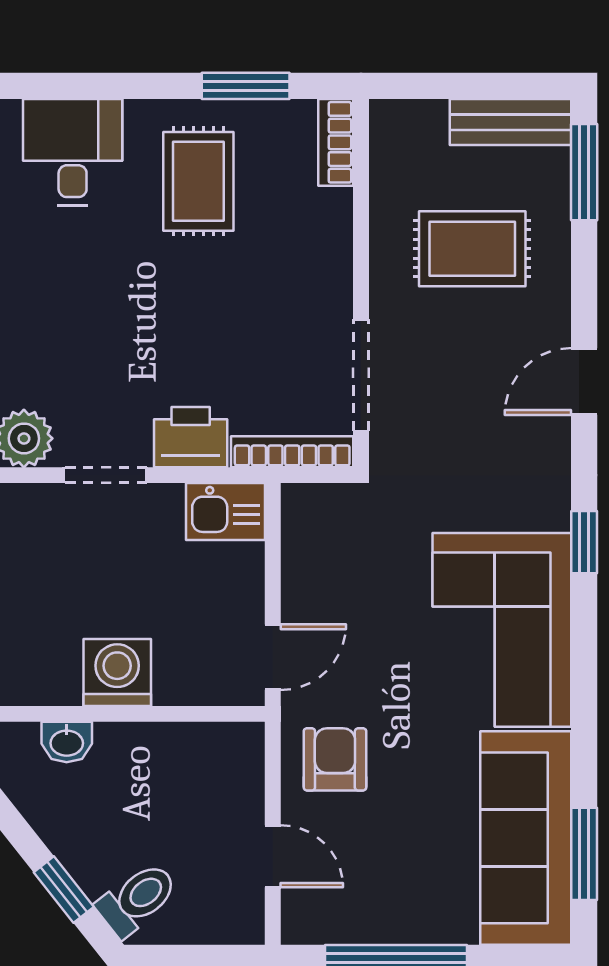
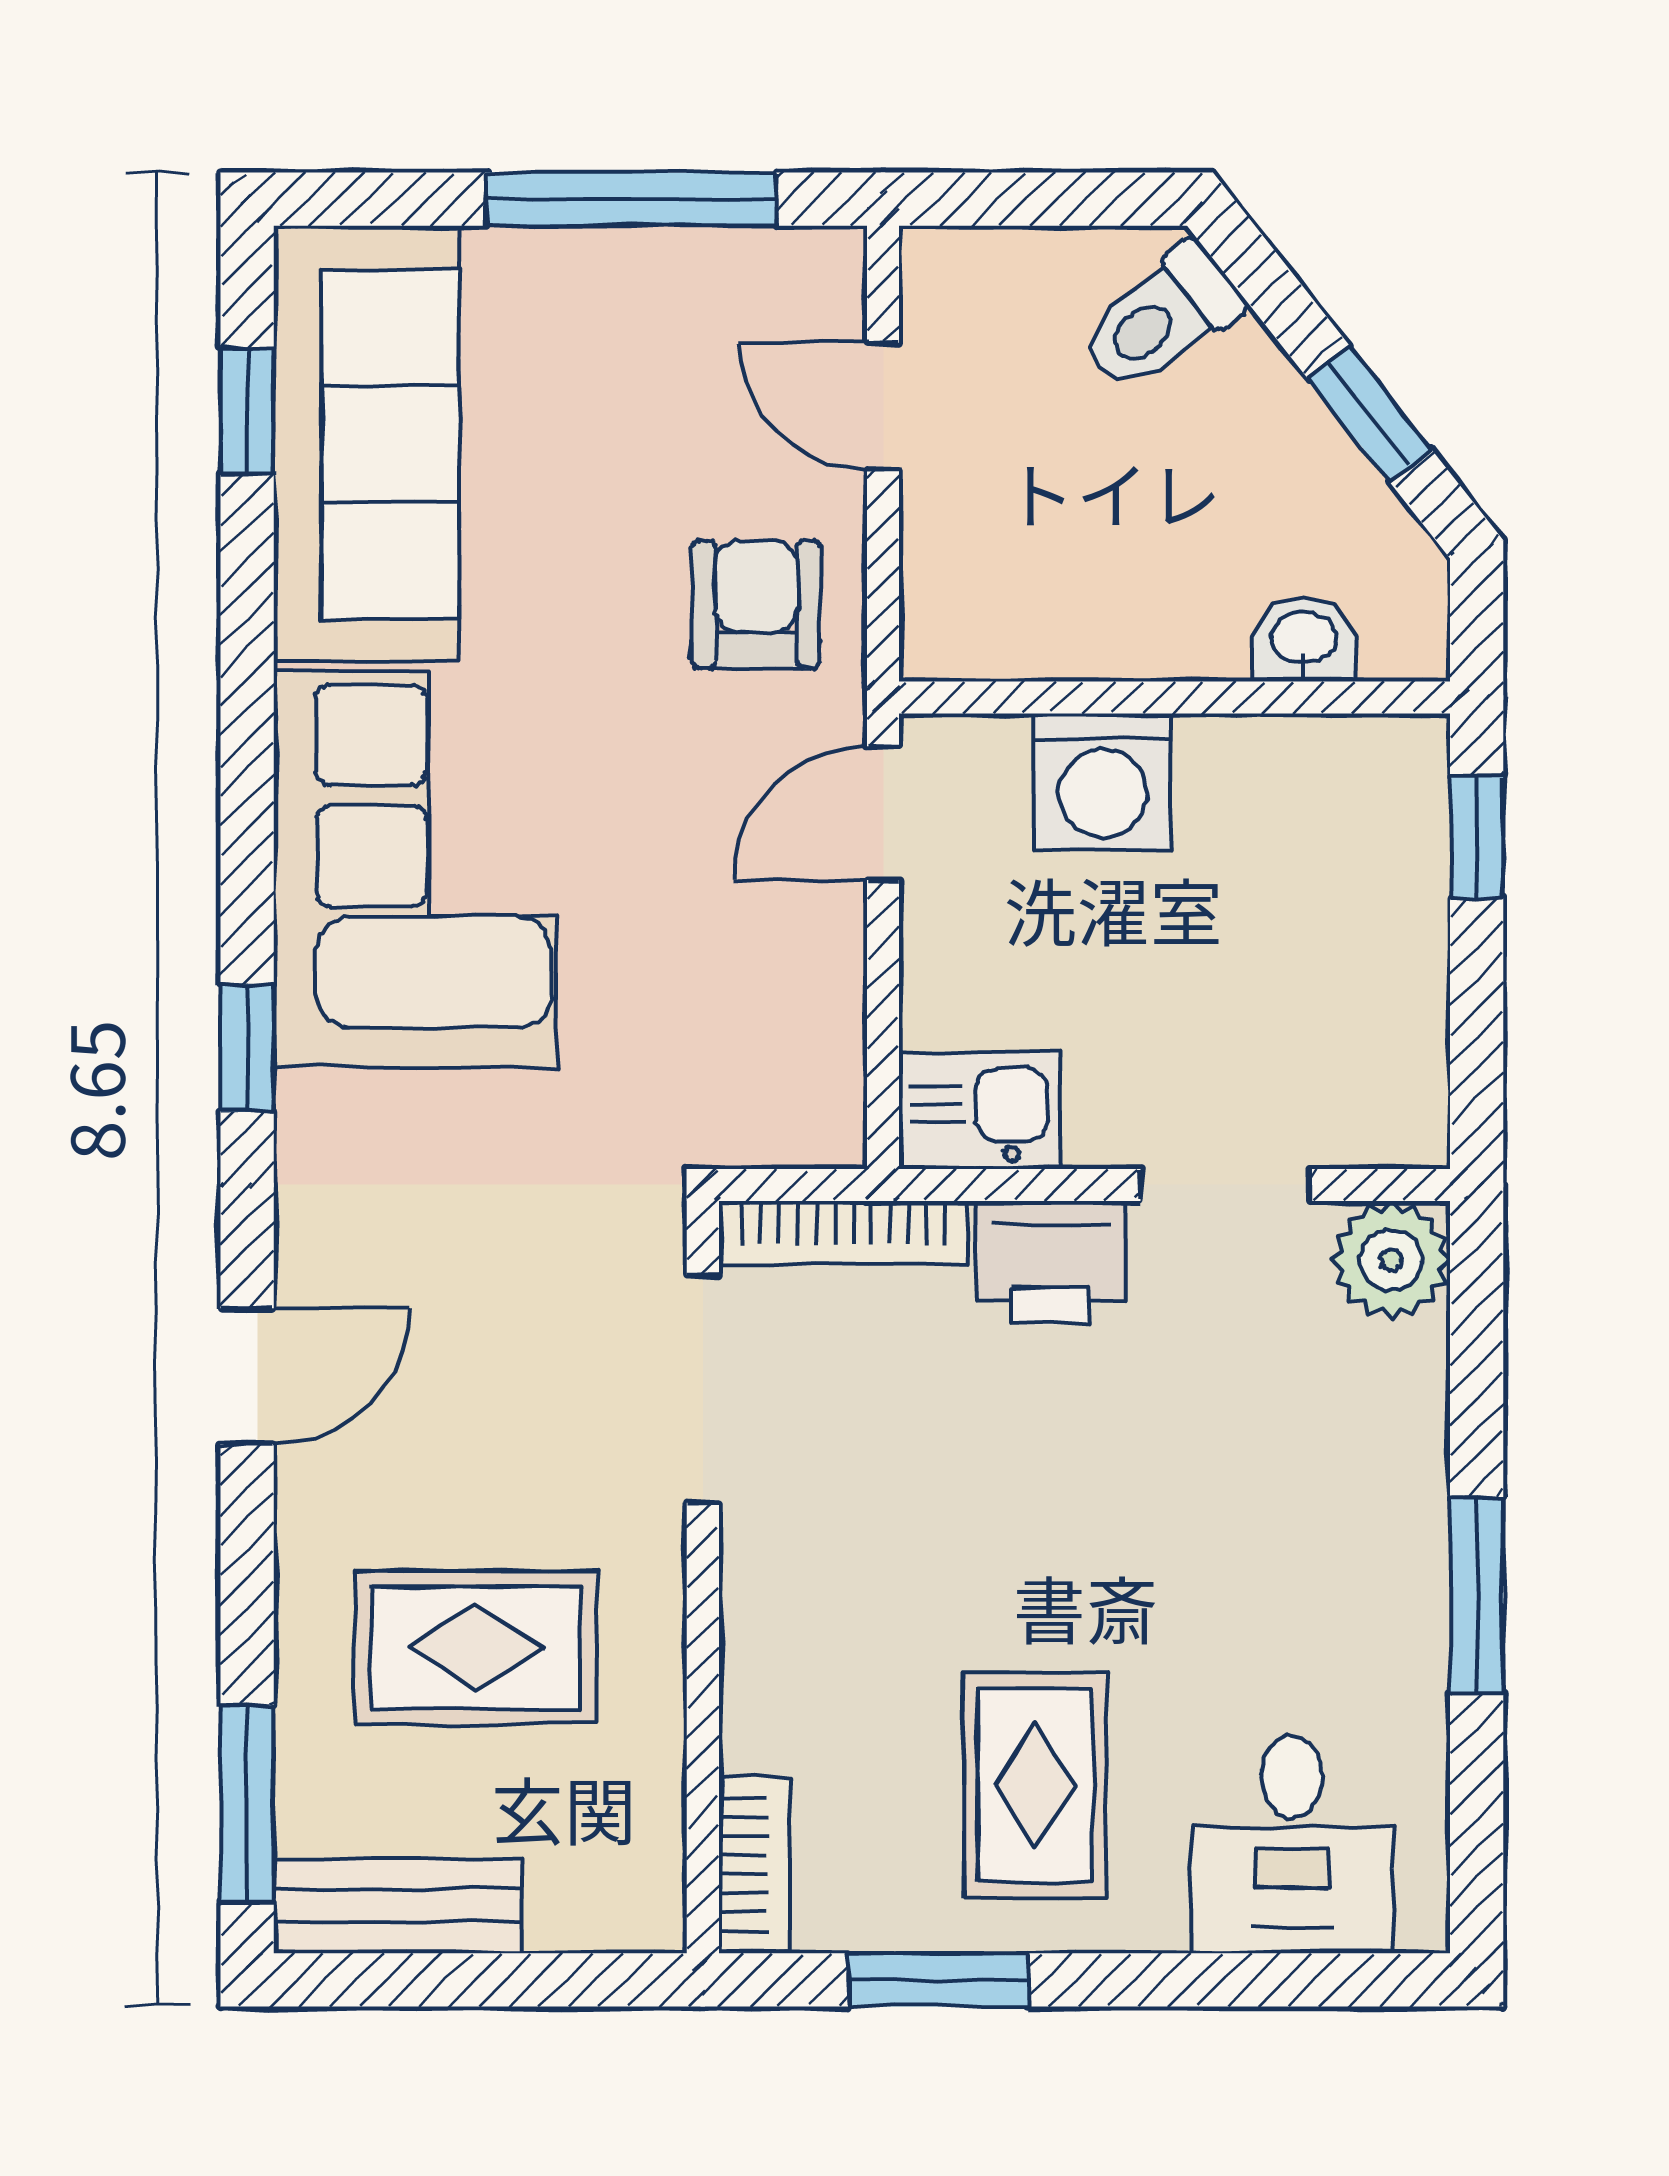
washing machine: (117, 672) -> (1103, 782), moved
armchair: (335, 759) -> (756, 604), turned 180
window: (584, 854) -> (247, 411), width x0.67
window: (64, 890) -> (1370, 414), moved

